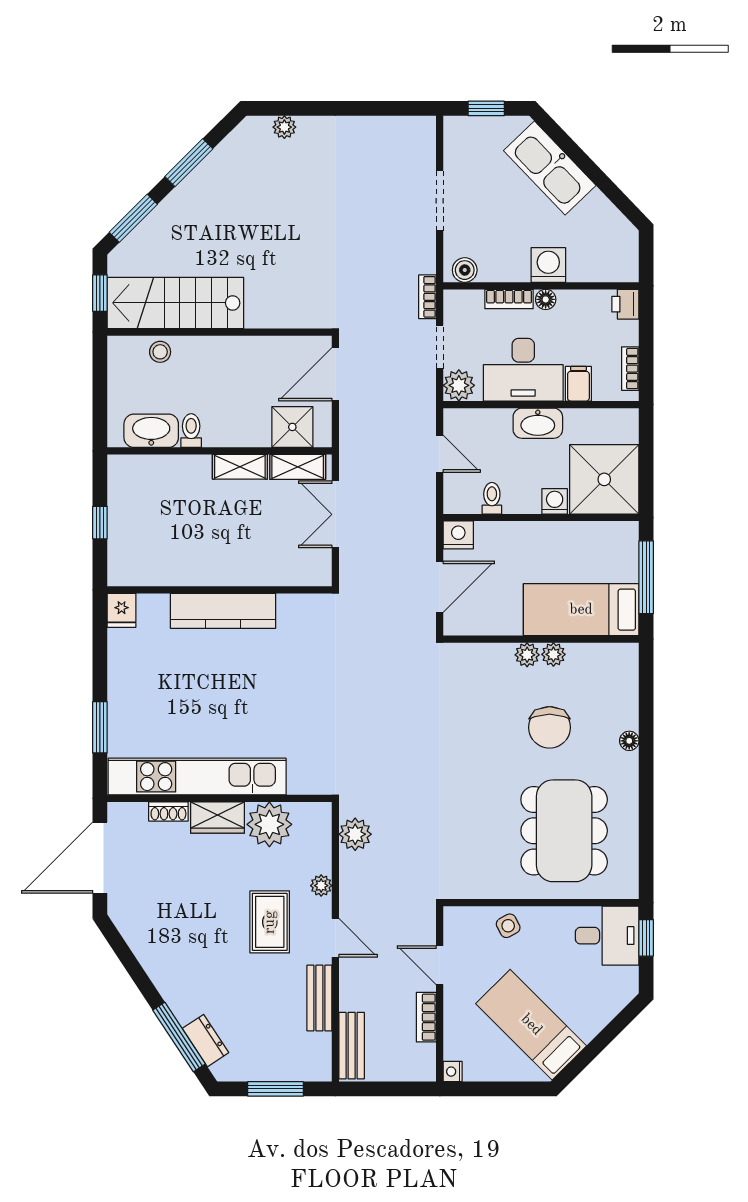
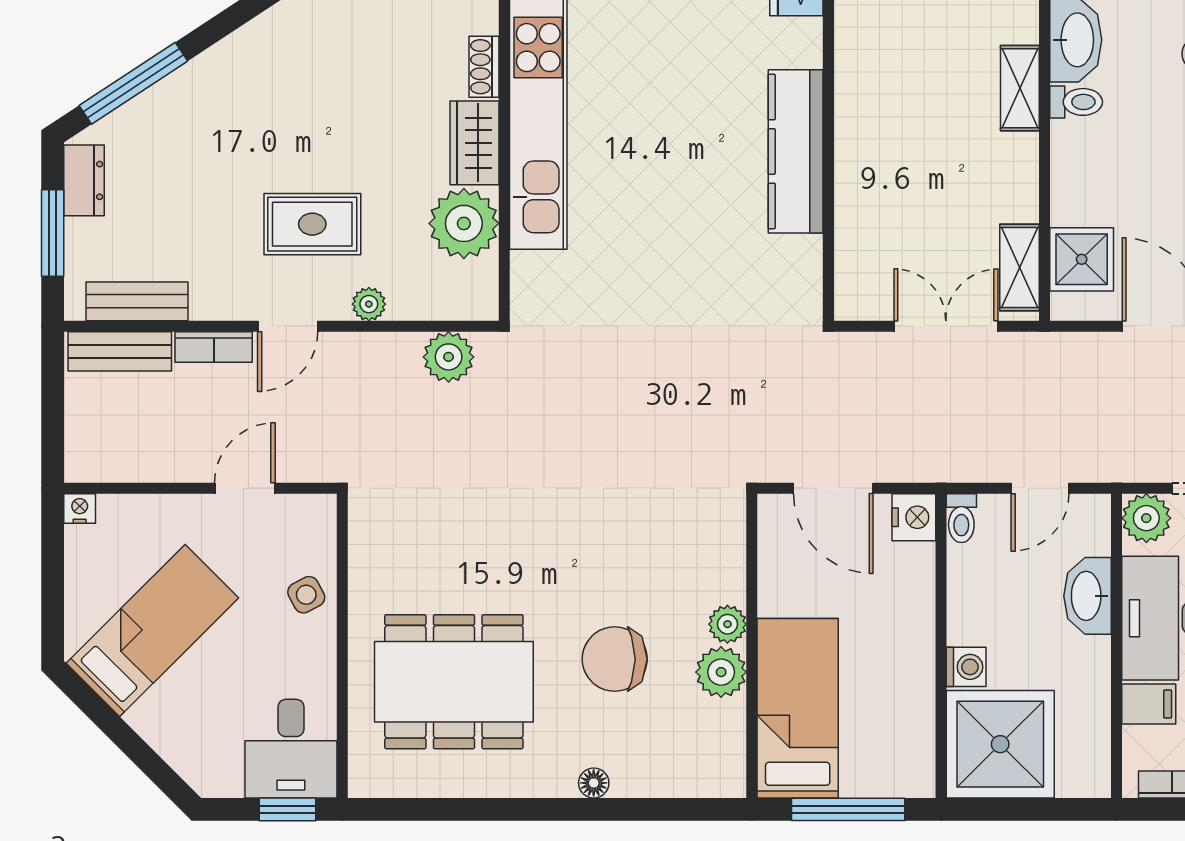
washbasin: (538, 423) -> (1088, 596), moved
shelving: (240, 467) -> (1020, 88), moved
toilet: (492, 498) -> (961, 518), moved, turned 90
plant: (553, 654) -> (721, 672), width x1.38, depth x1.38
bench: (319, 998) -> (137, 301), moved
bookcase: (426, 1017) -> (214, 347), moved, turned 180
dresser: (206, 1041) -> (84, 180), moved, turned -57

